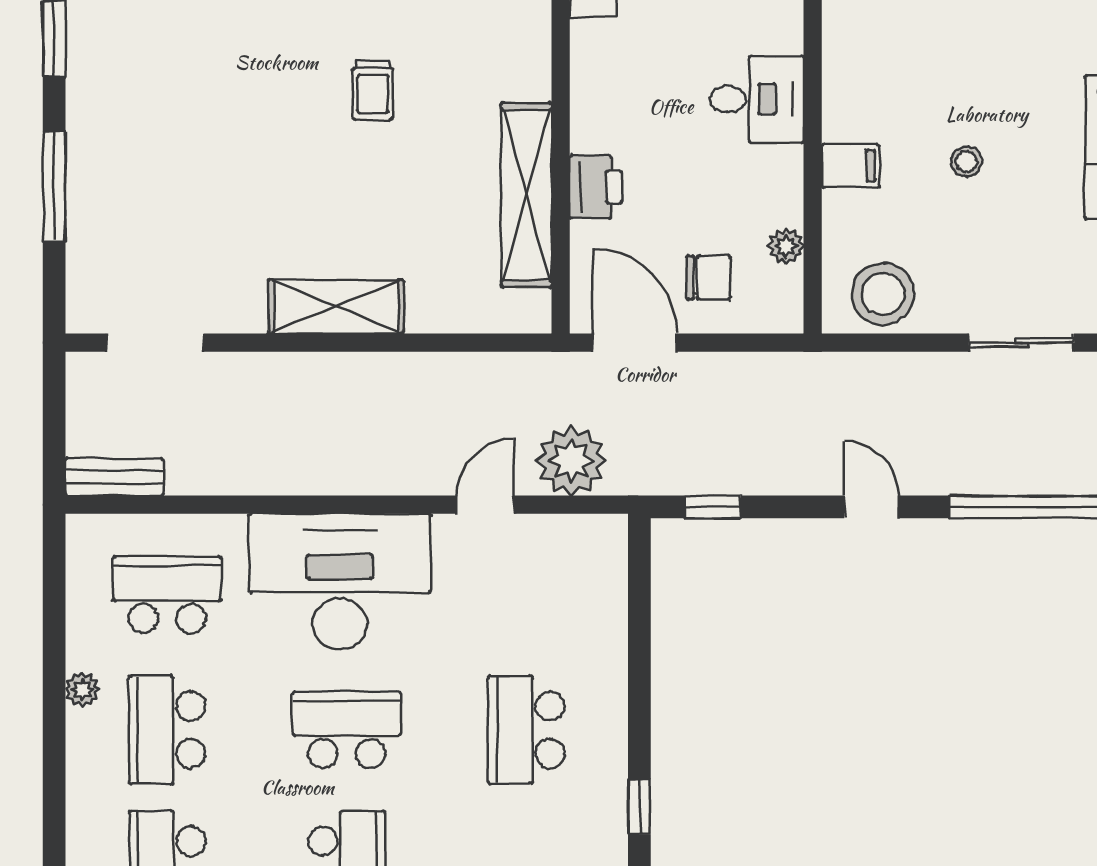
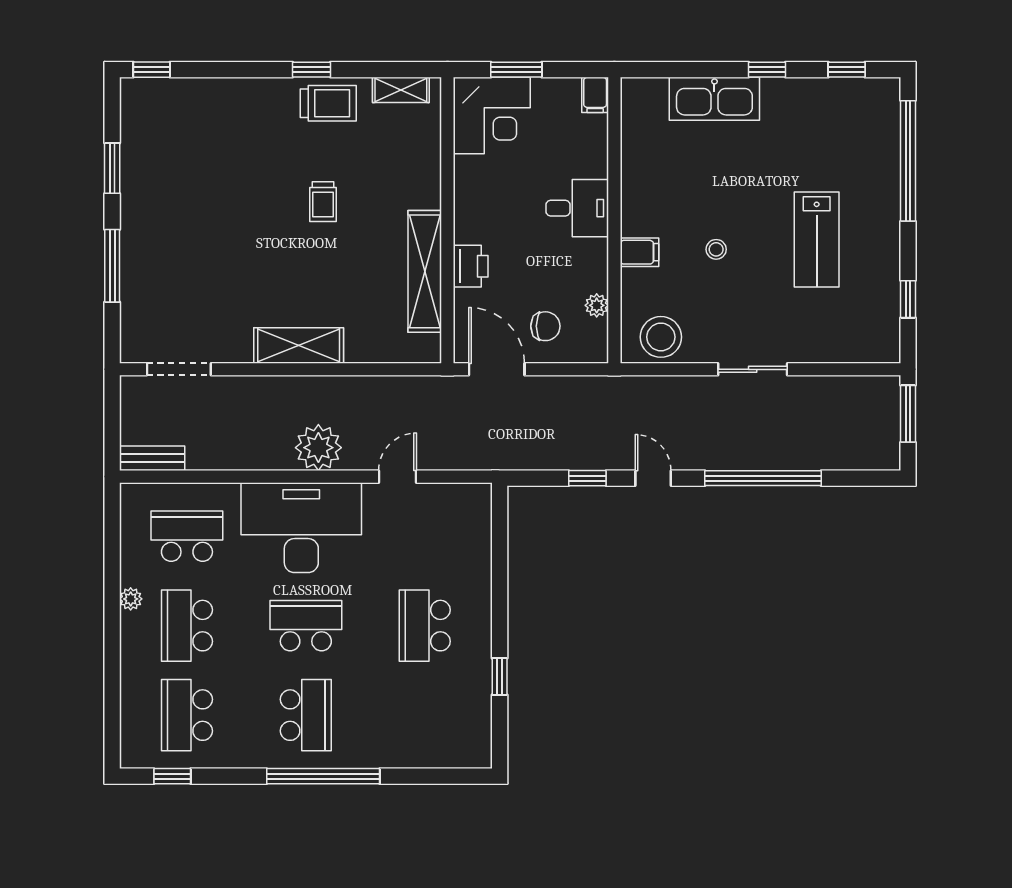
plant: (571, 461) -> (318, 448), moved
window: (712, 507) -> (587, 478), moved

